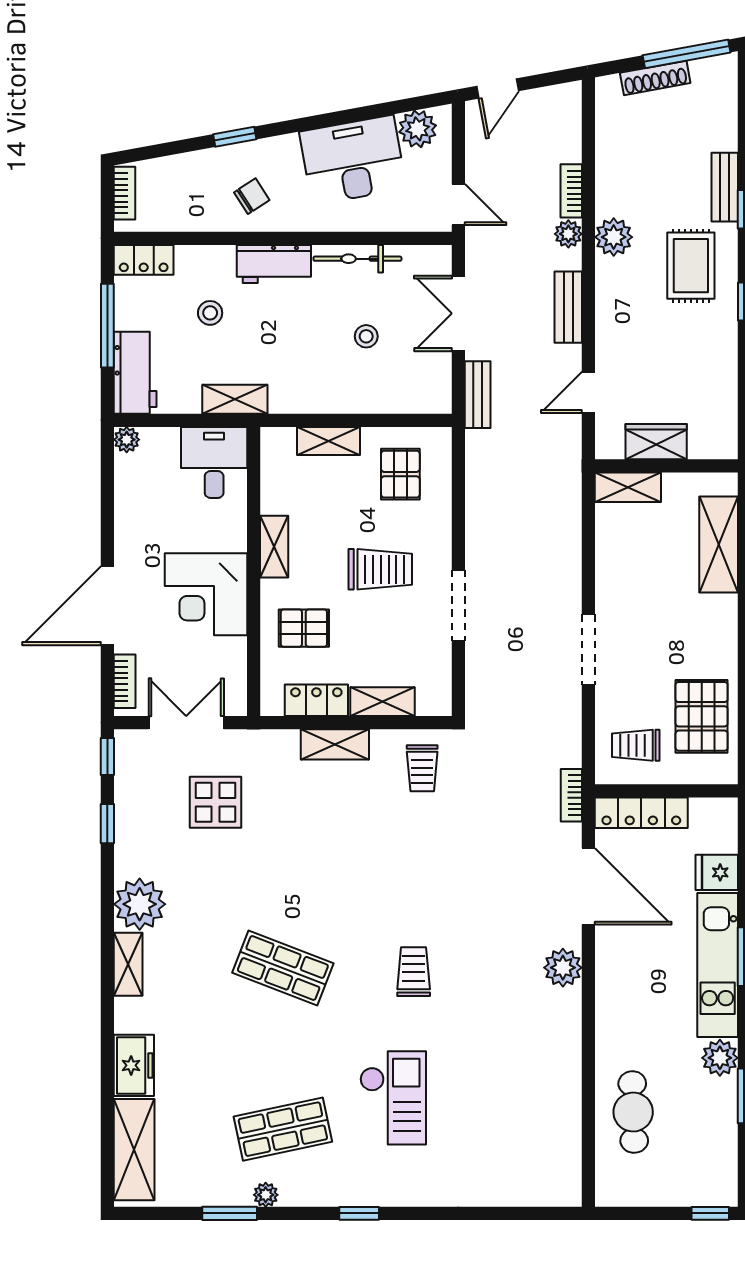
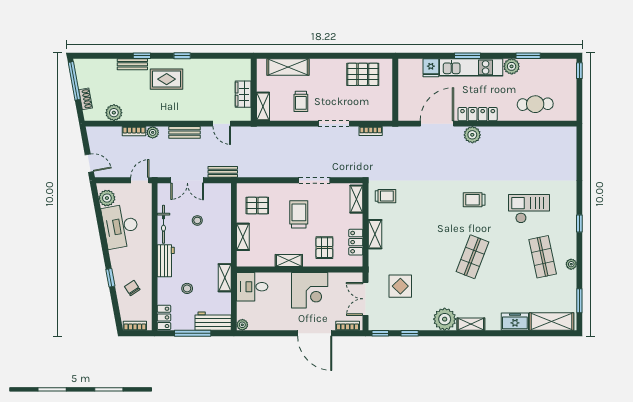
shoe rack: (655, 78) -> (86, 99), width x0.70
chair: (252, 196) -> (132, 288), moved
plant: (614, 237) -> (114, 113), moved
shelving: (382, 702) -> (356, 199), moved
trolley: (636, 745) -> (301, 101), moved
bookcase: (571, 795) -> (371, 131), moved
locker: (641, 813) -> (478, 114), moved, turned -90
window: (230, 1213) -> (579, 301), moved

